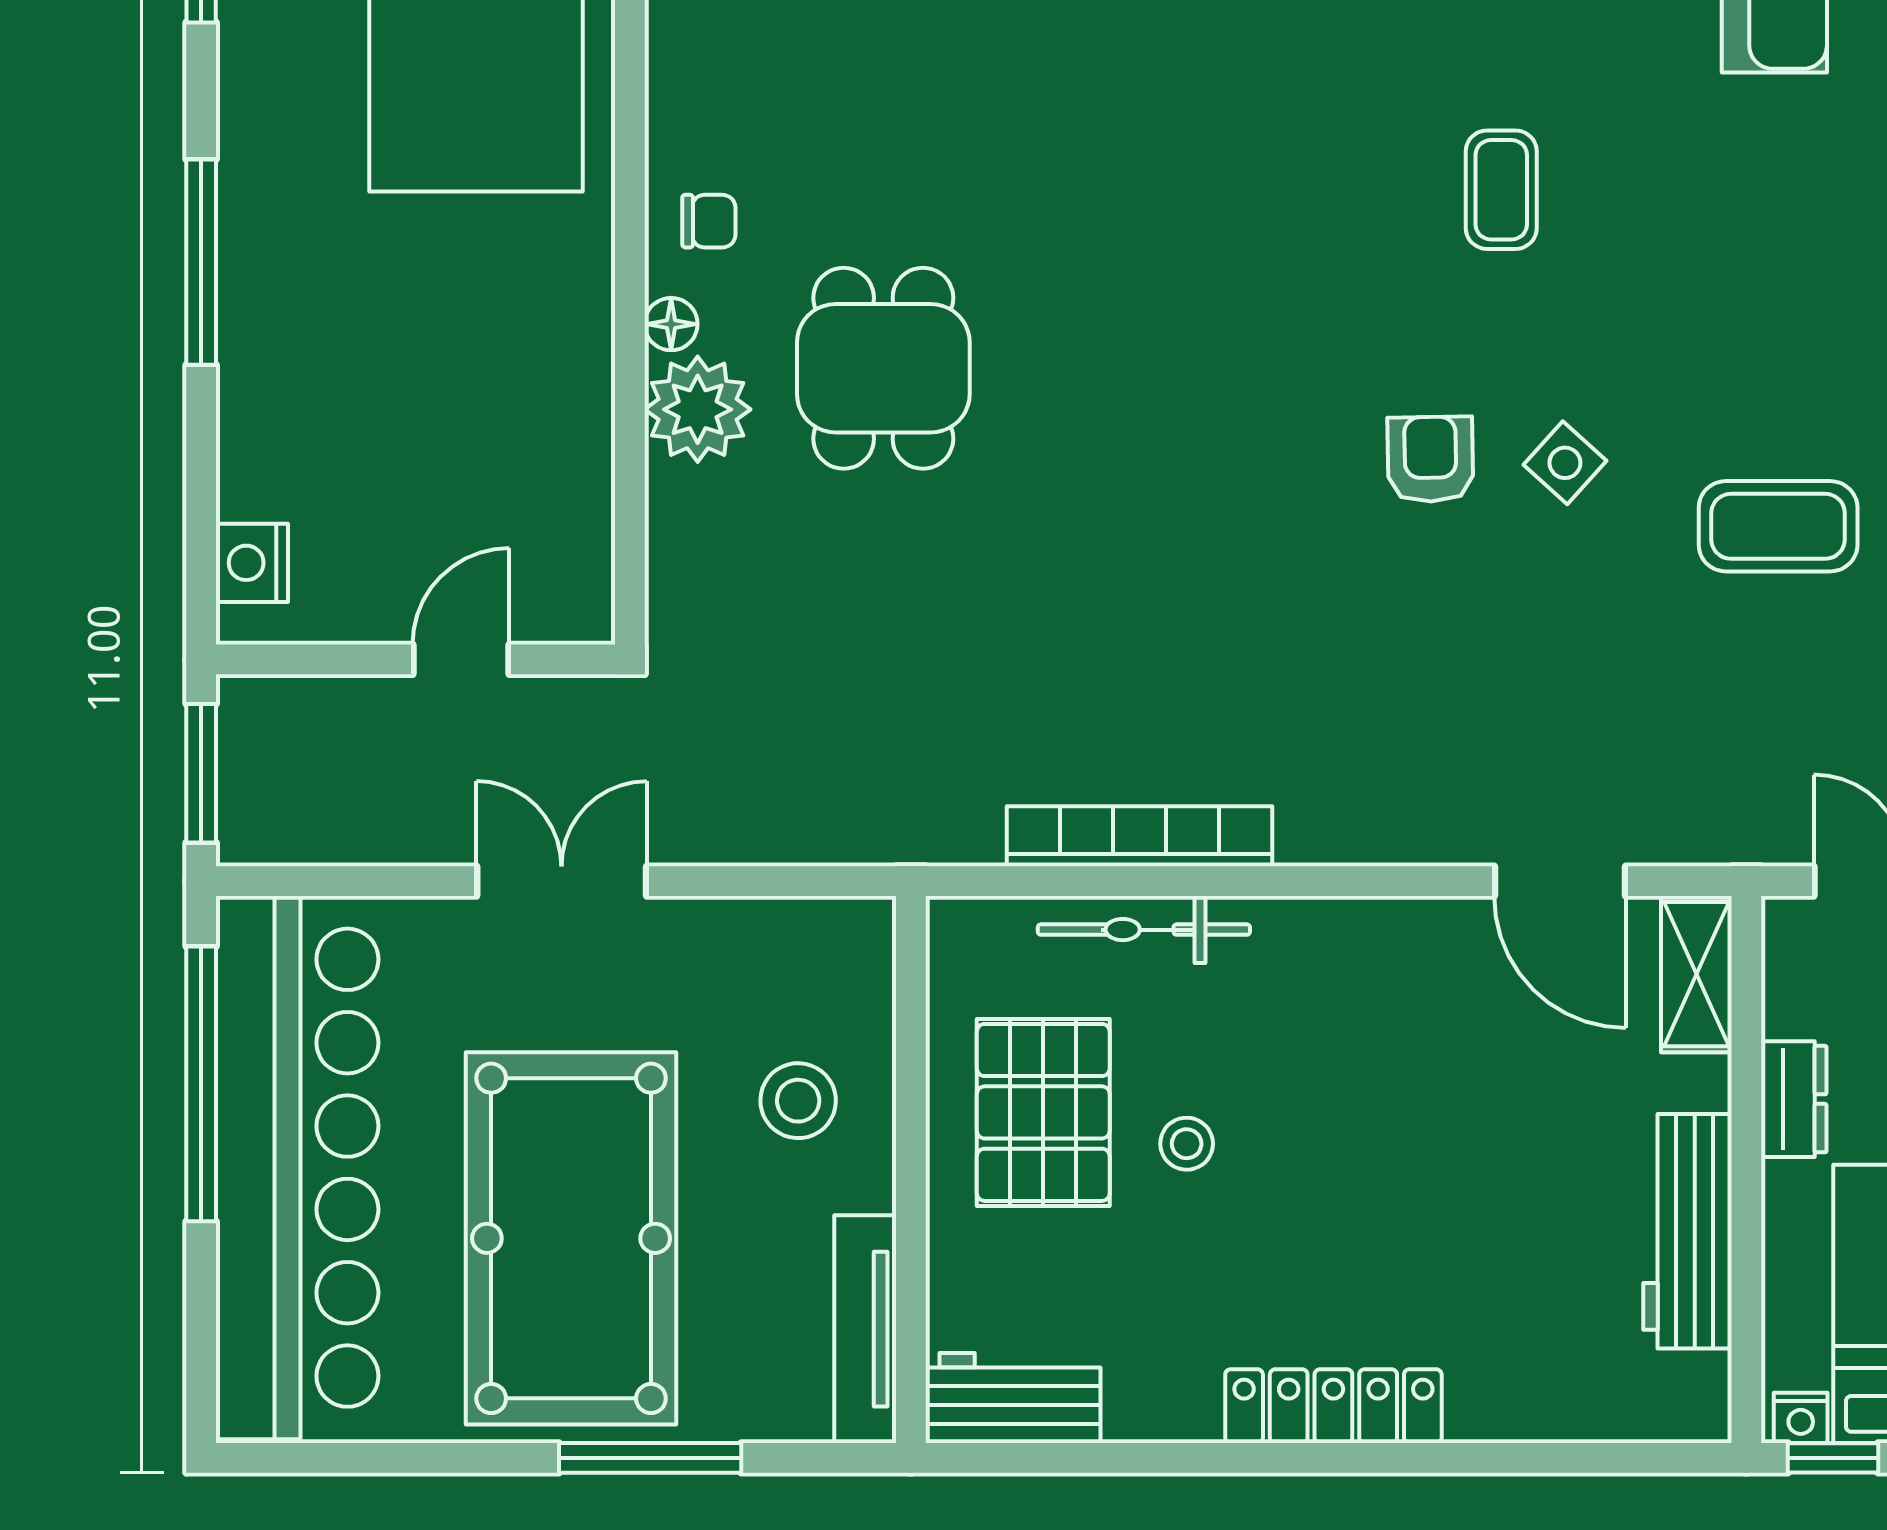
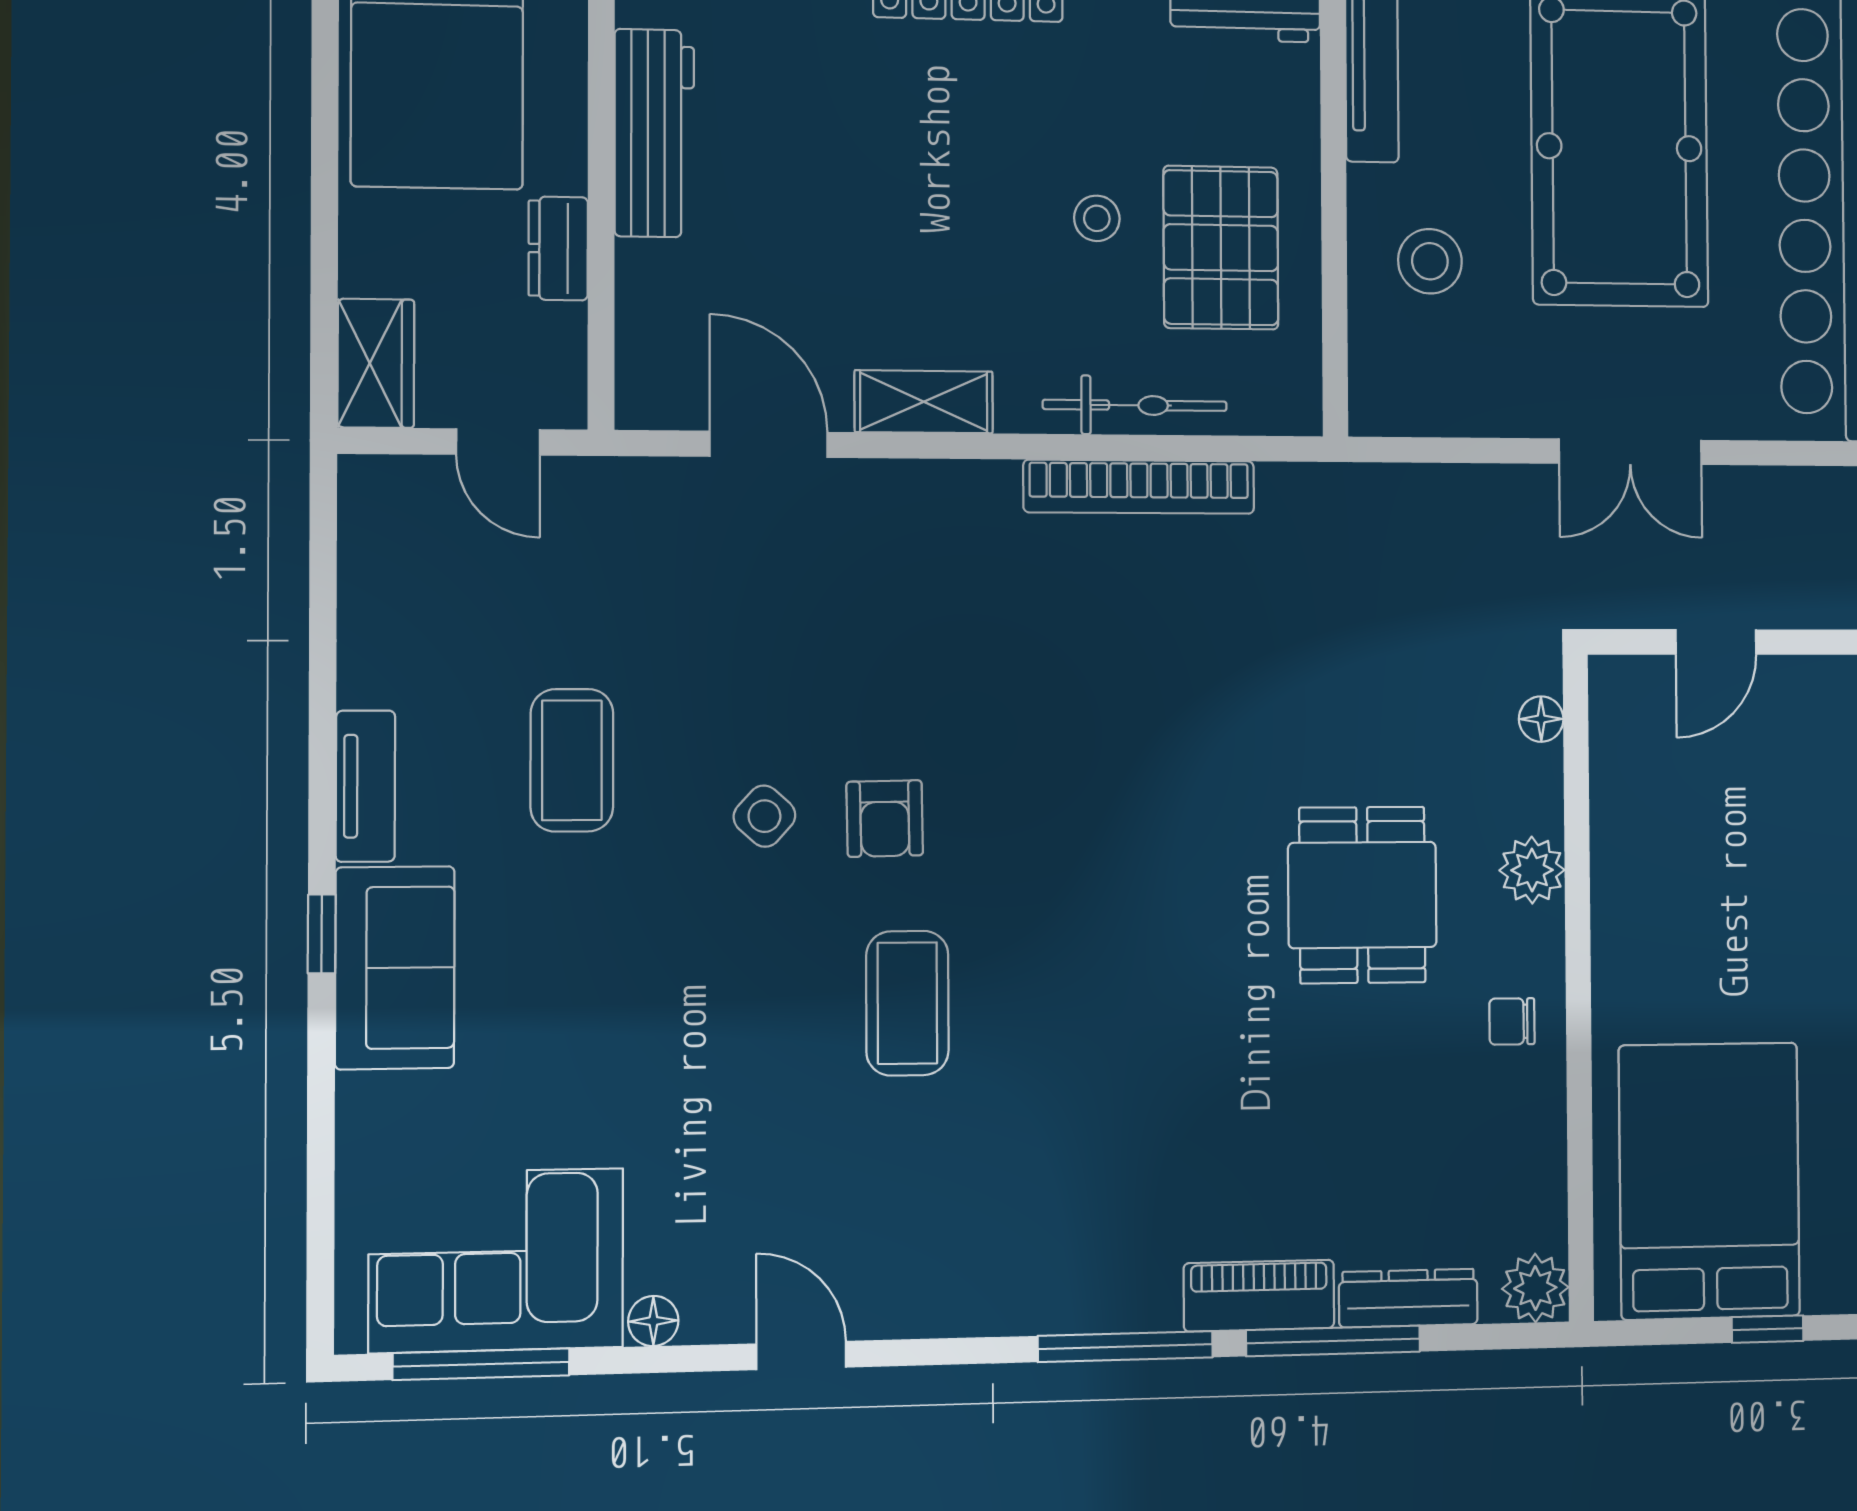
coffee table: (1501, 190) -> (907, 1003), moved, width x1.36, depth x1.30
floor lamp: (671, 324) -> (1541, 719), moved
plant: (698, 409) -> (1532, 870), width x0.73, depth x0.73
coffee table: (1778, 526) -> (572, 760), turned 90
shelving: (1696, 974) -> (924, 402), moved, turned 90

